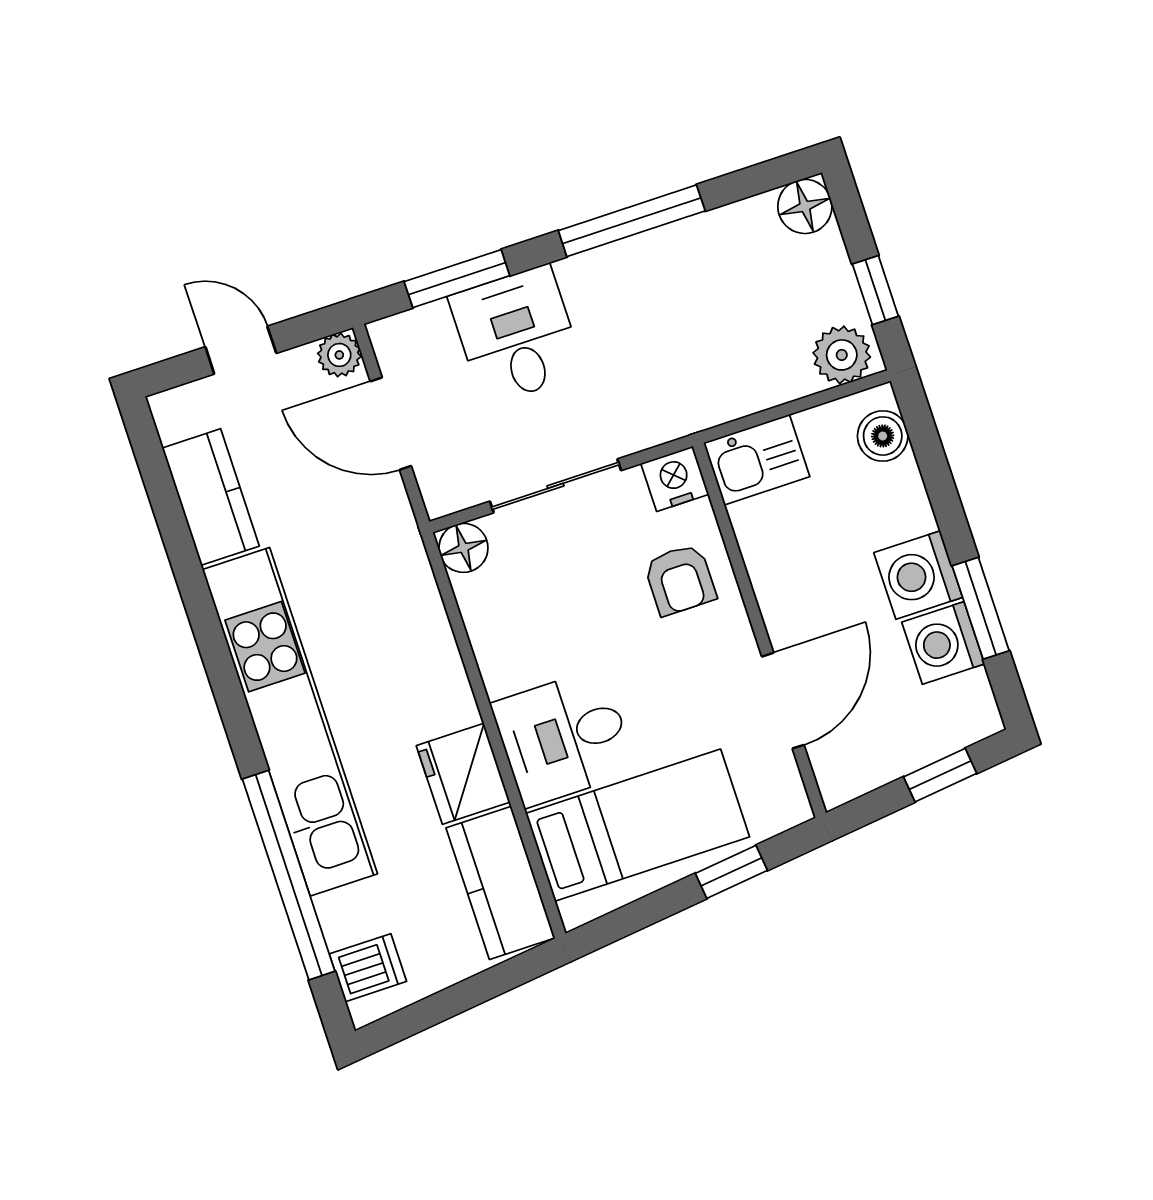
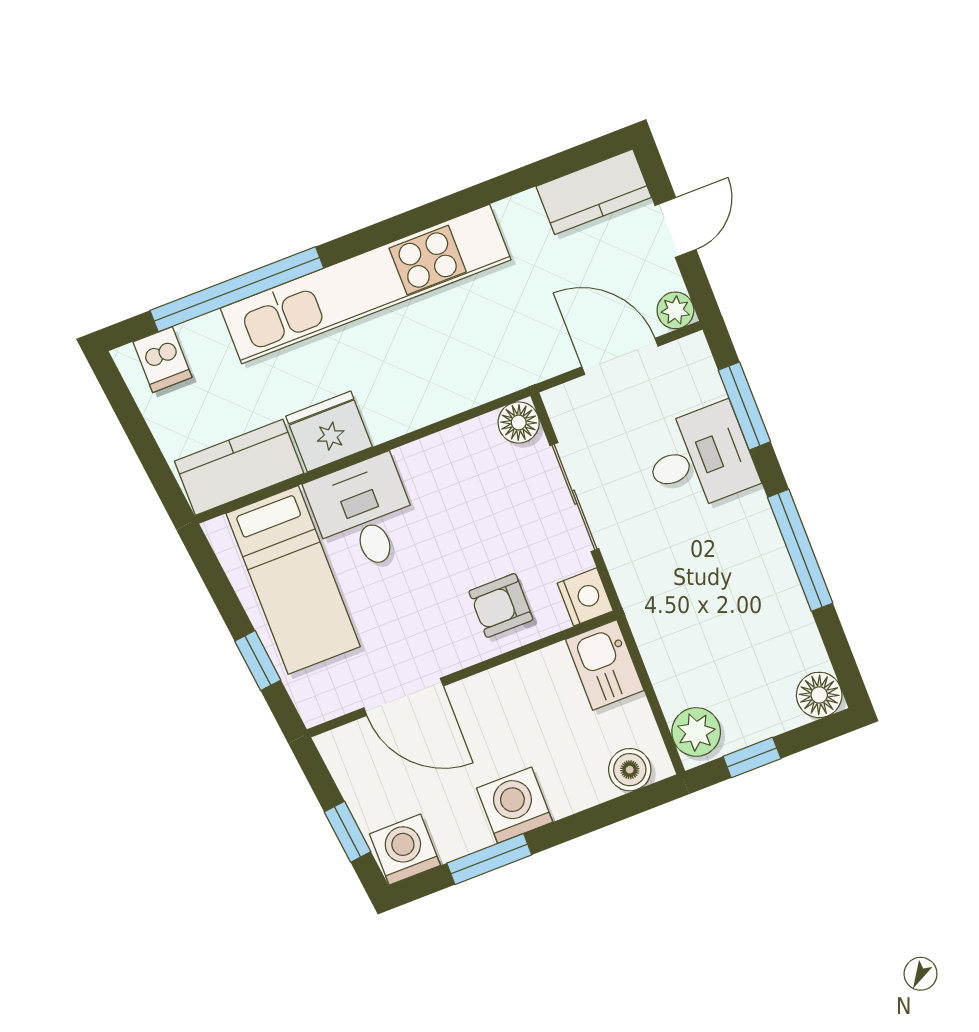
door: (391, 424) -> (620, 356), hinge flipped
kitchen counter: (211, 497) -> (594, 192), moved
washing machine: (943, 643) -> (405, 850), moved

